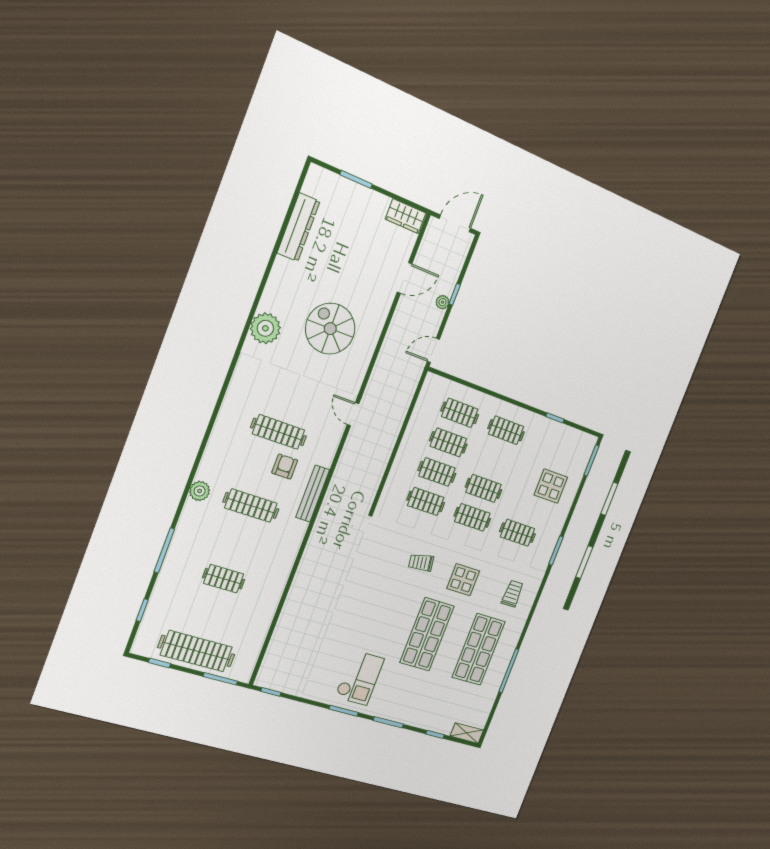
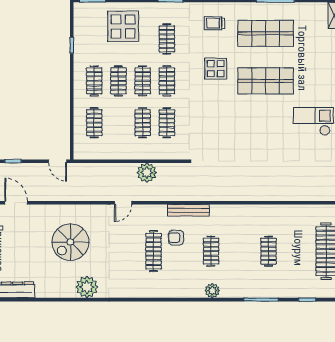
plant: (443, 302) -> (147, 173), moved, width x1.88, depth x1.88
clothes rail: (448, 442) -> (118, 81), moved
display table: (551, 486) -> (123, 26), width x1.36, depth x1.36
clothes rail: (251, 506) -> (211, 251), width x0.73
trolley: (421, 562) -> (213, 108), removed

